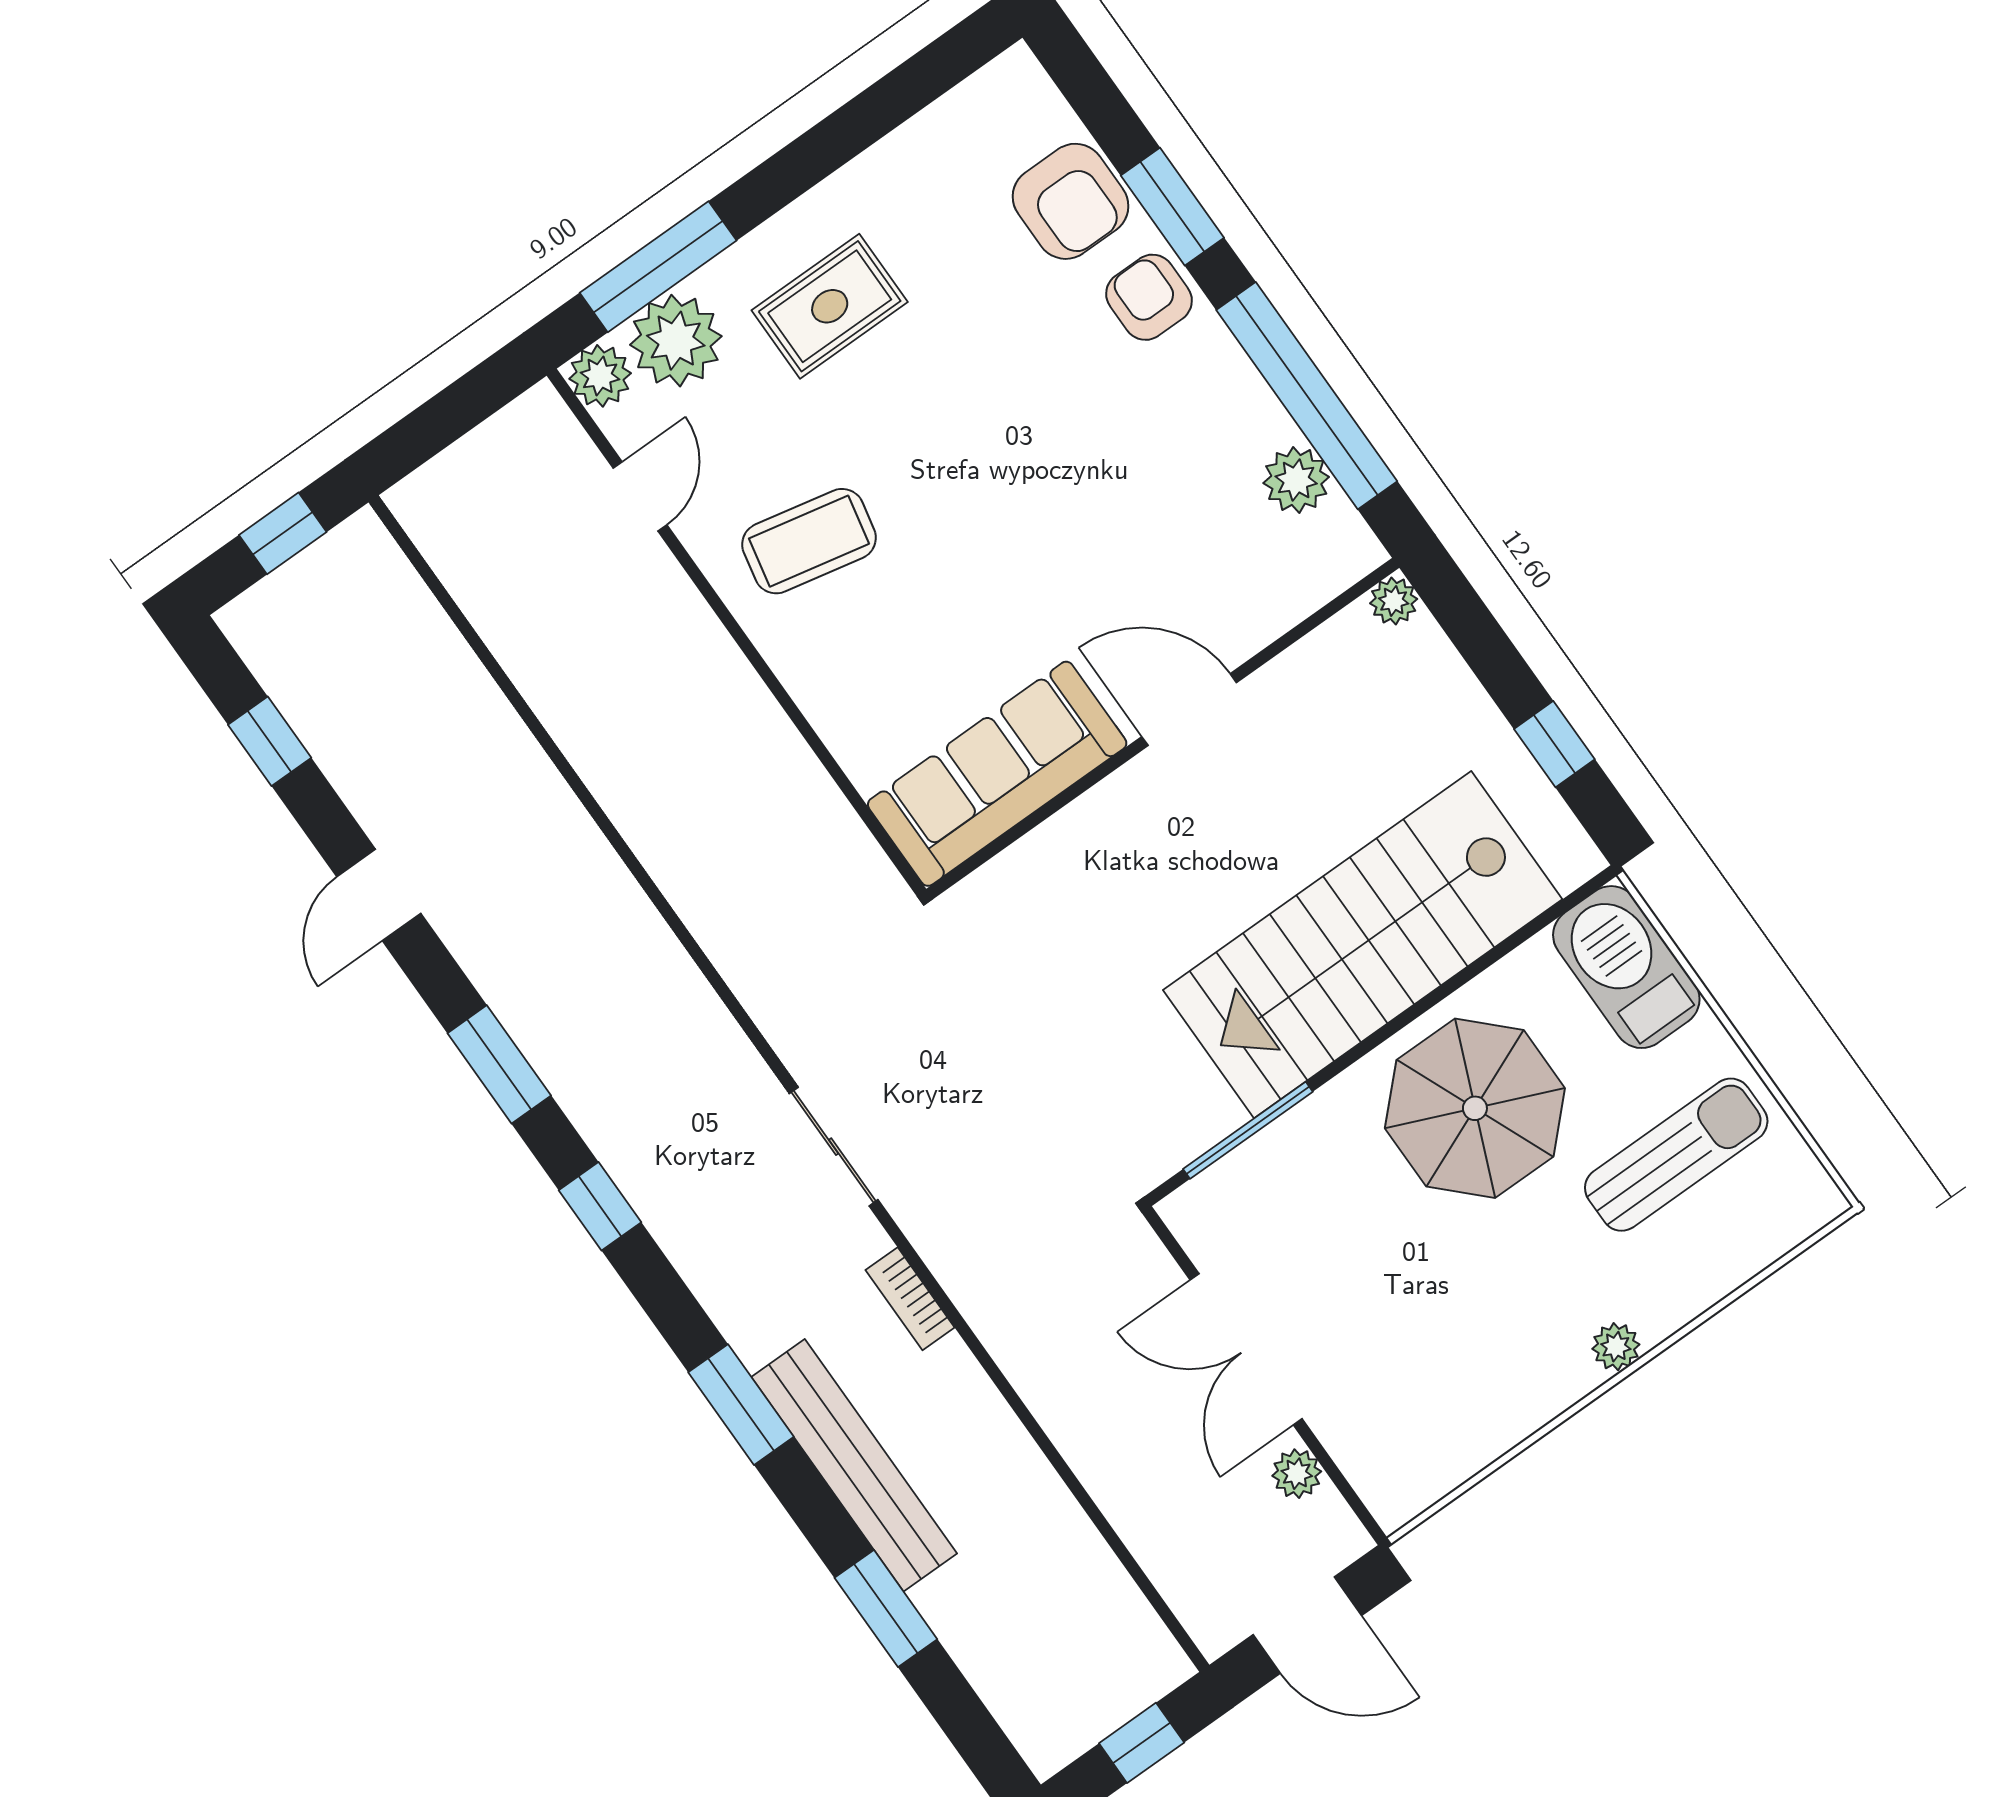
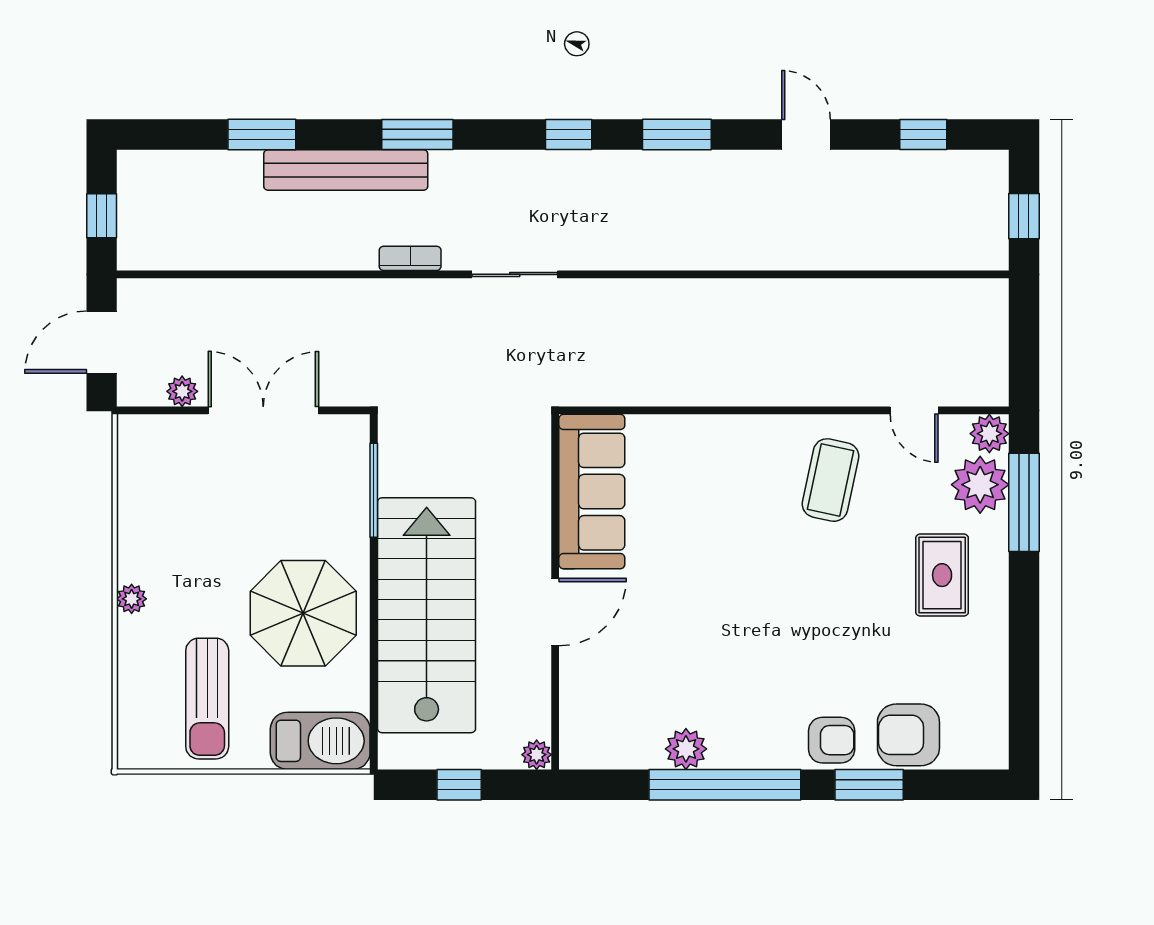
plant: (1394, 601) -> (537, 755), moved
door: (1189, 710) -> (555, 612), moved
wall: (1163, 728) -> (555, 592), moved
sofa: (997, 774) -> (592, 492), moved

